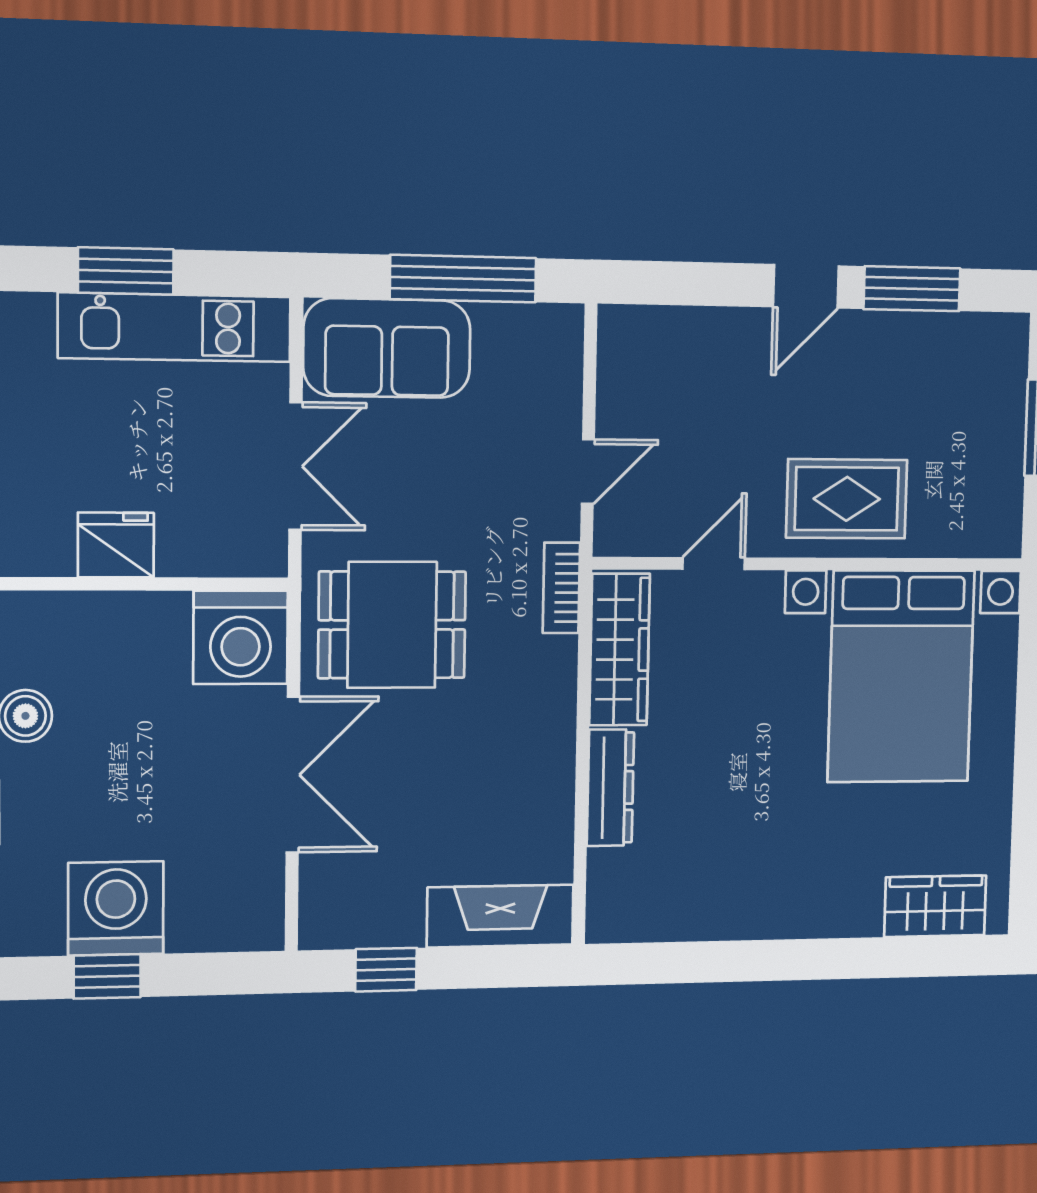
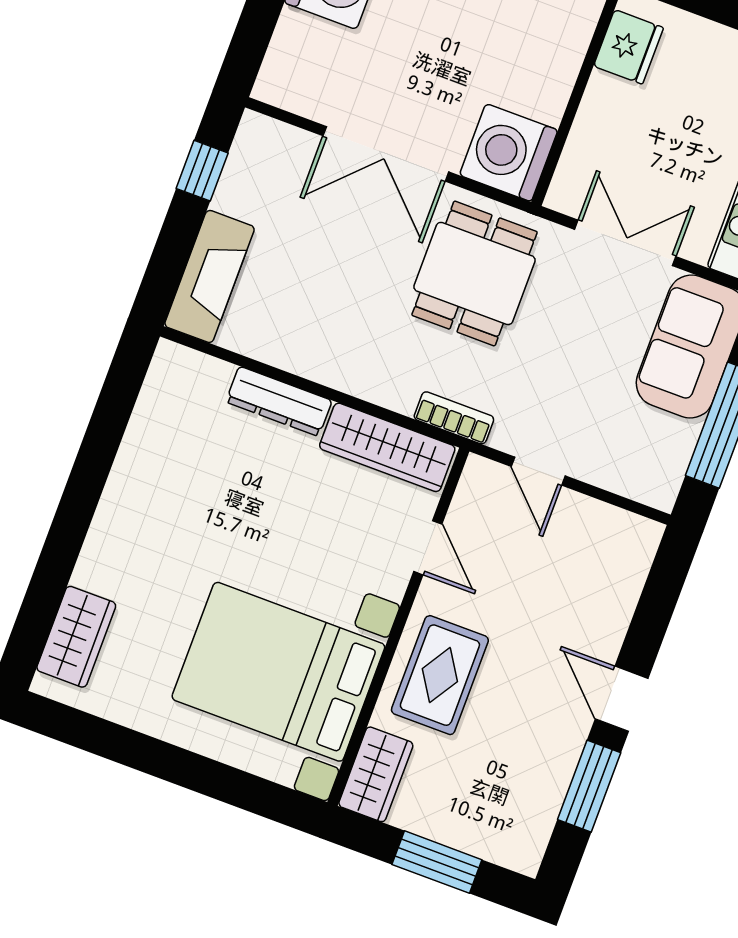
double door: (296, 466) -> (625, 243), swing flipped
wardrobe: (975, 529) -> (376, 774), added
fridge: (116, 545) -> (629, 47), moved

